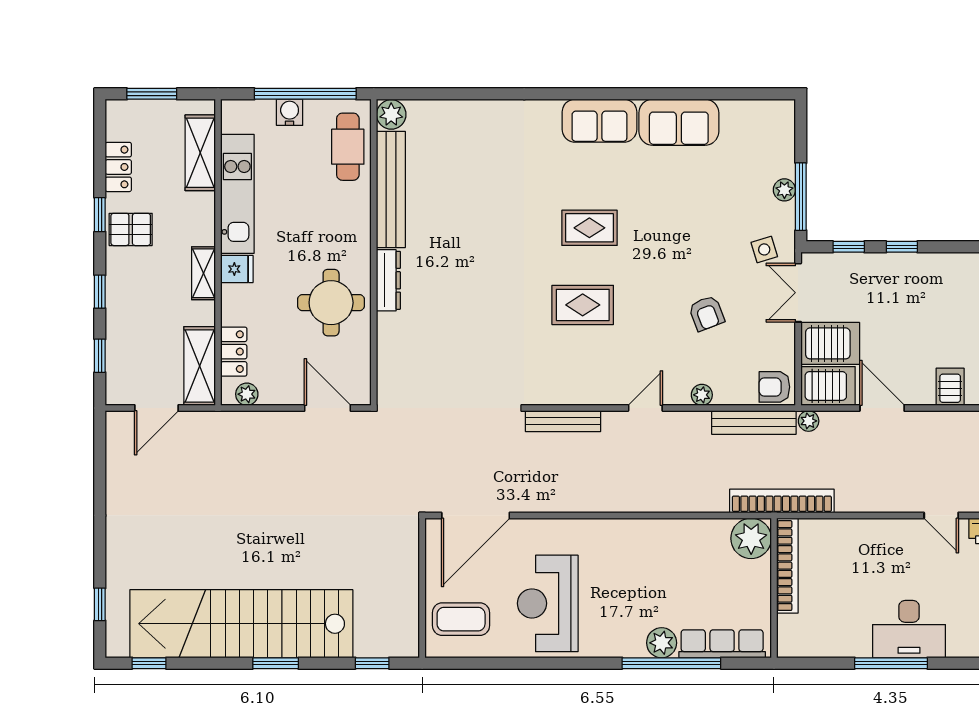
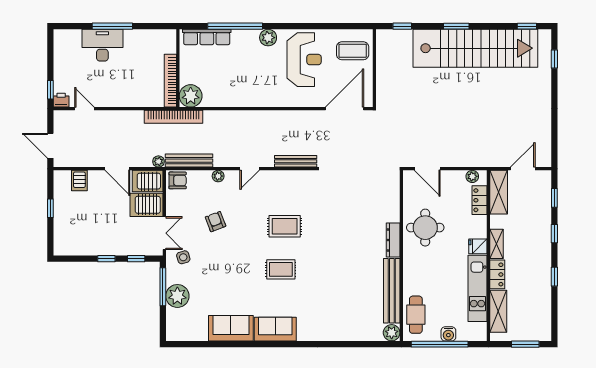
locker: (118, 167) -> (497, 274), moved, turned 180
plant: (784, 190) -> (177, 296), width x1.88, depth x1.88
pallet: (131, 229) -> (537, 268), removed
plant: (662, 643) -> (268, 38), moved

